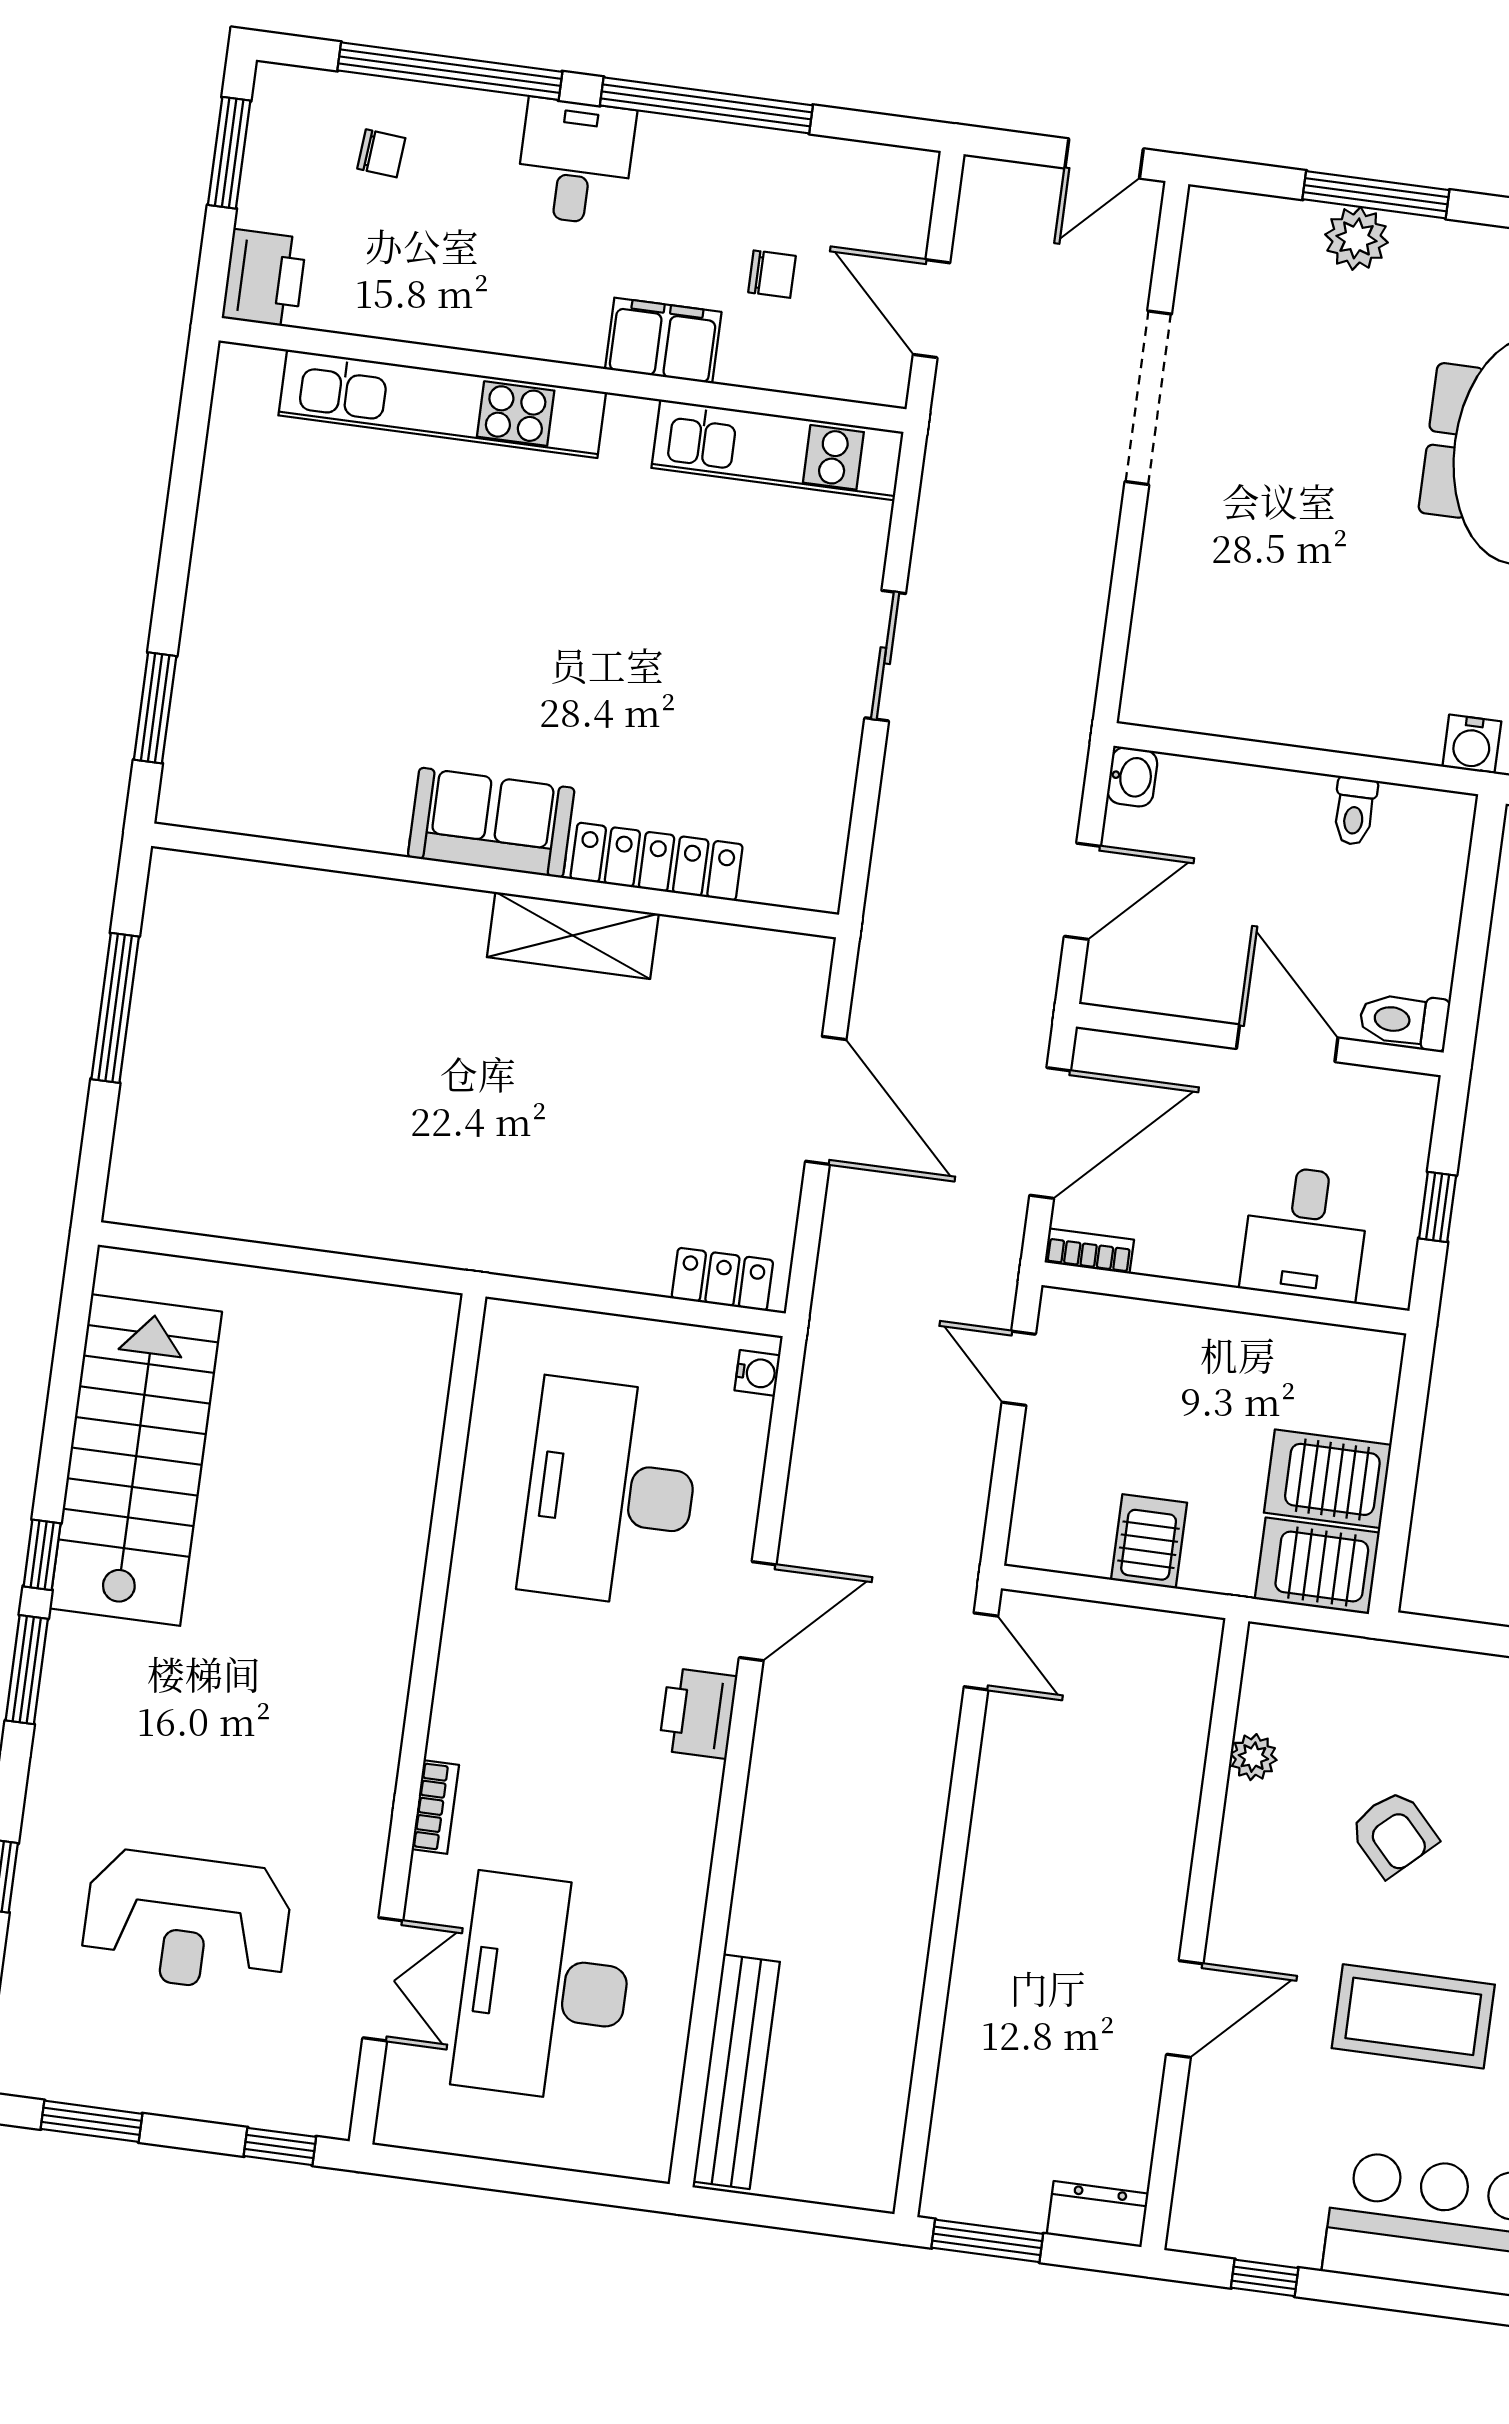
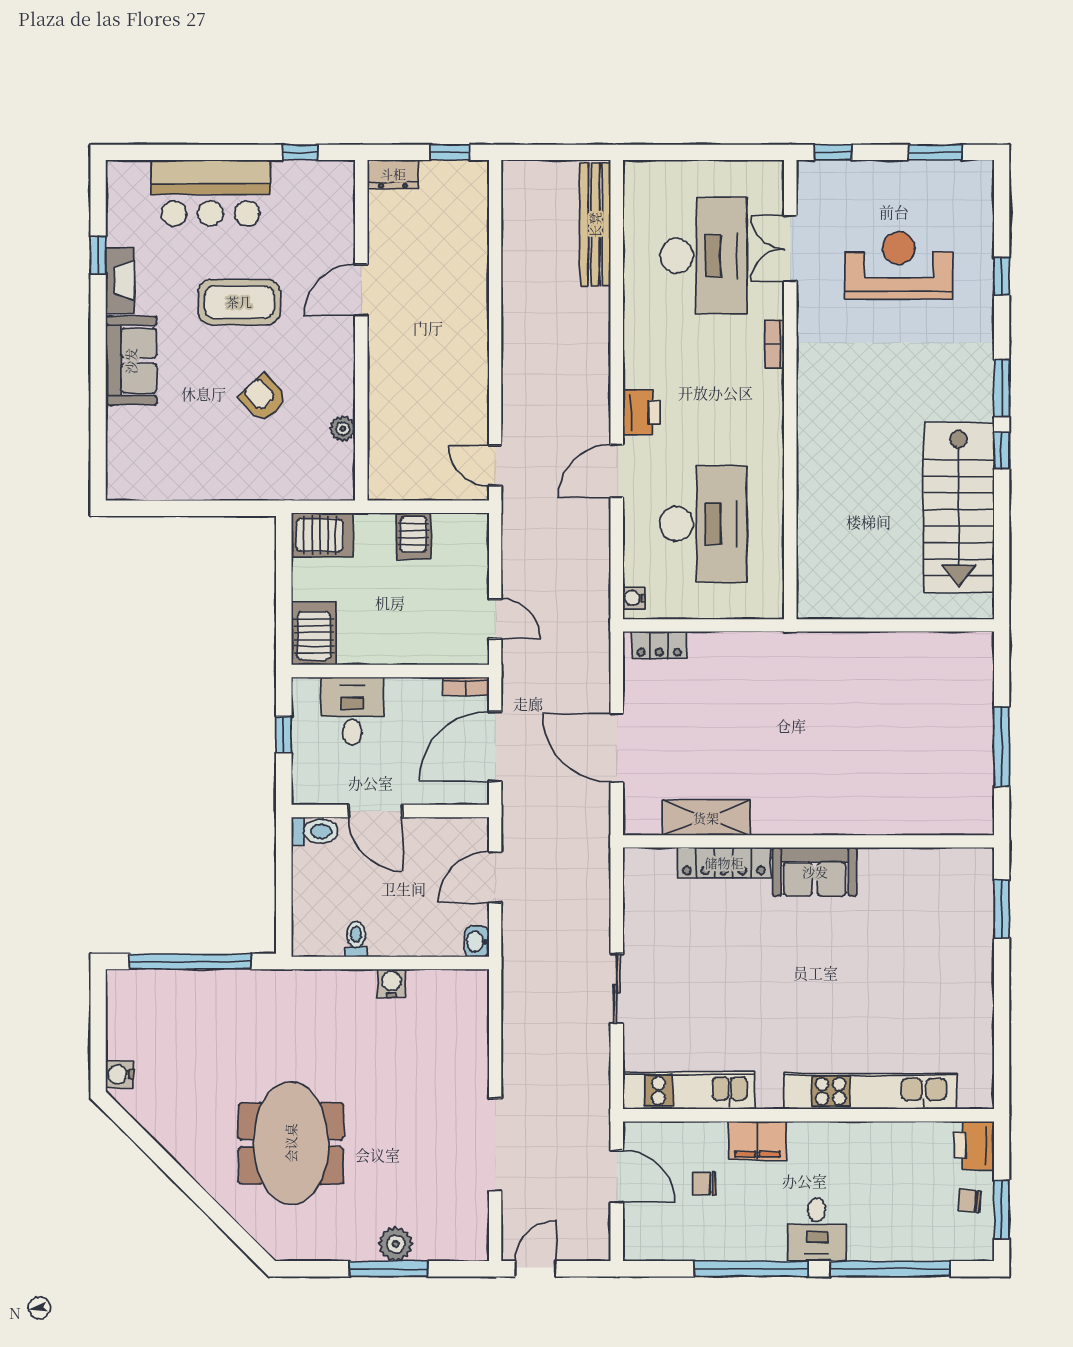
chair: (381, 153) -> (969, 1201), moved
water cooler: (1472, 744) -> (391, 983), moved
shelving: (573, 935) -> (706, 818), moved
server rack: (1328, 1479) -> (314, 633), moved, turned -90
window: (987, 2241) -> (450, 152), width x0.67

